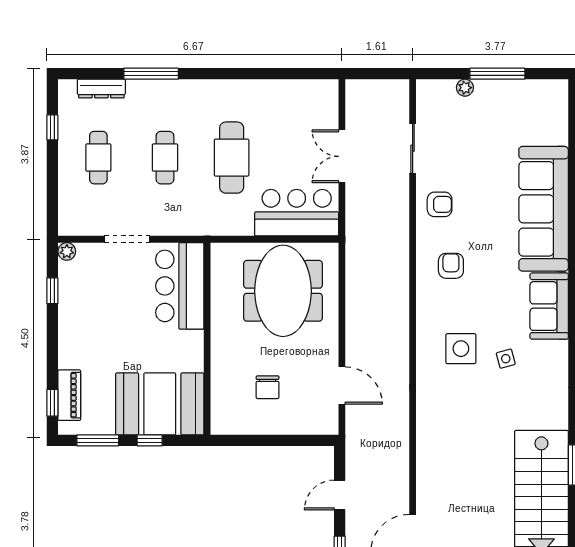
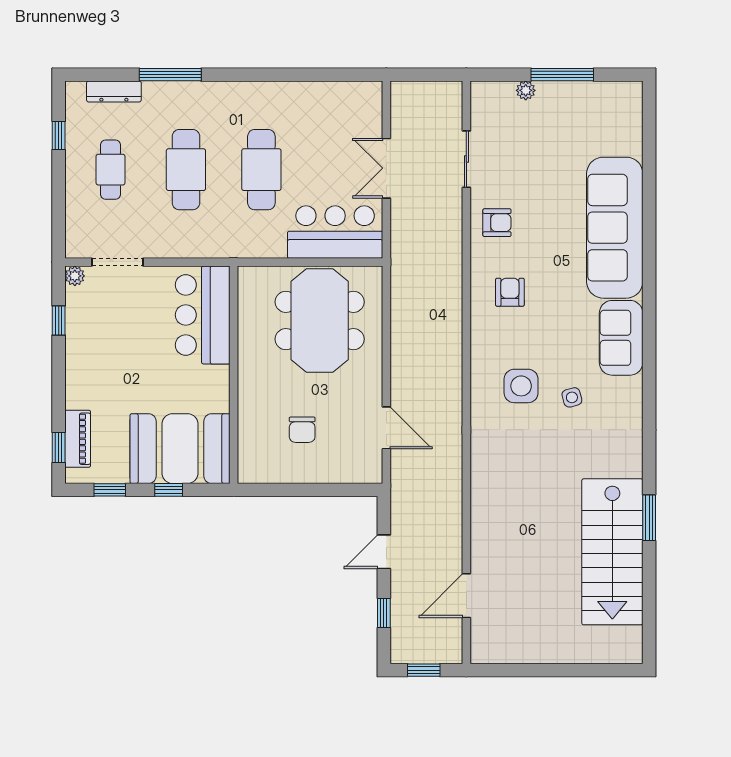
cafe table: (165, 158) -> (186, 170), width x1.37, depth x1.35
doorway: (127, 239) -> (117, 262), moved
window: (98, 440) -> (110, 490), width x0.67

